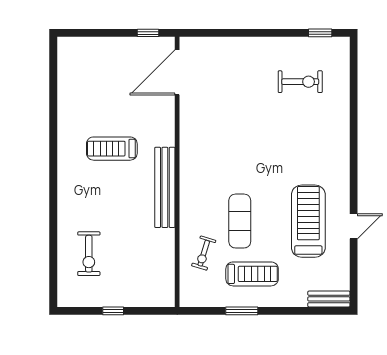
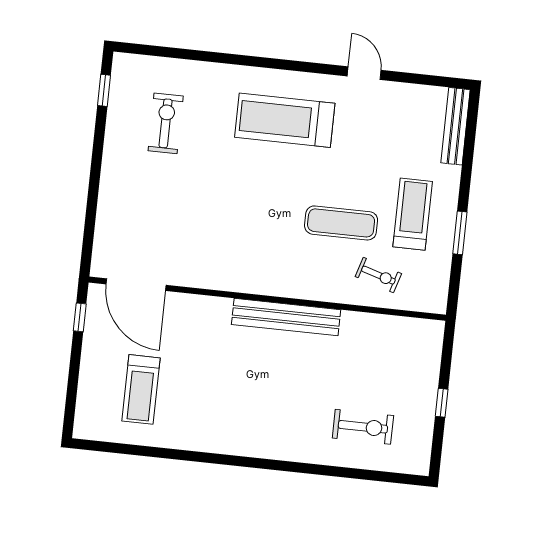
treadmill: (112, 149) -> (141, 389), moved
treadmill: (308, 221) -> (285, 120), moved
bench: (329, 299) -> (455, 126), width x1.36

